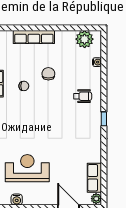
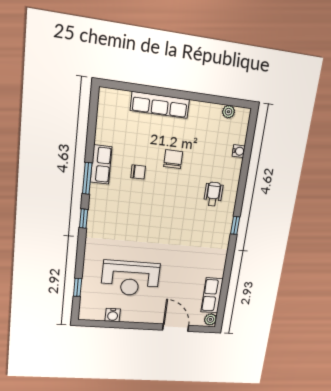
plant: (85, 39) -> (228, 112), width x0.53, depth x0.53
wheelchair: (83, 96) -> (213, 194), turned -90
reception desk: (27, 168) -> (130, 278), turned 180

